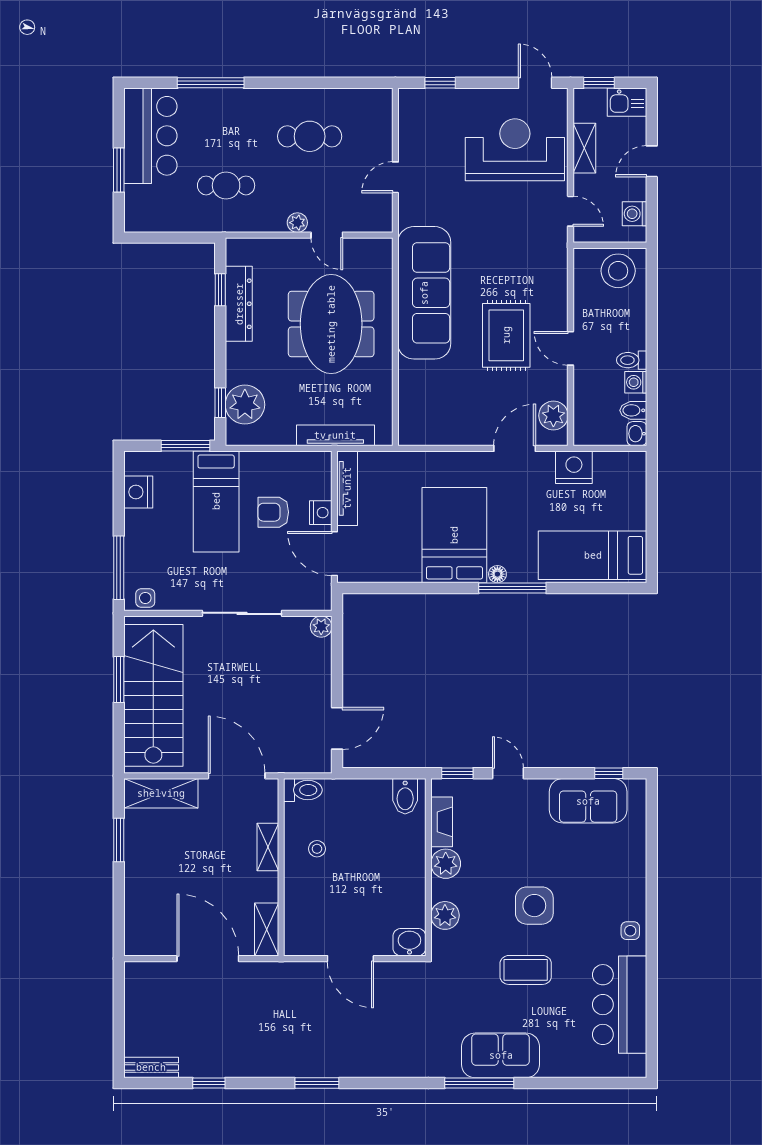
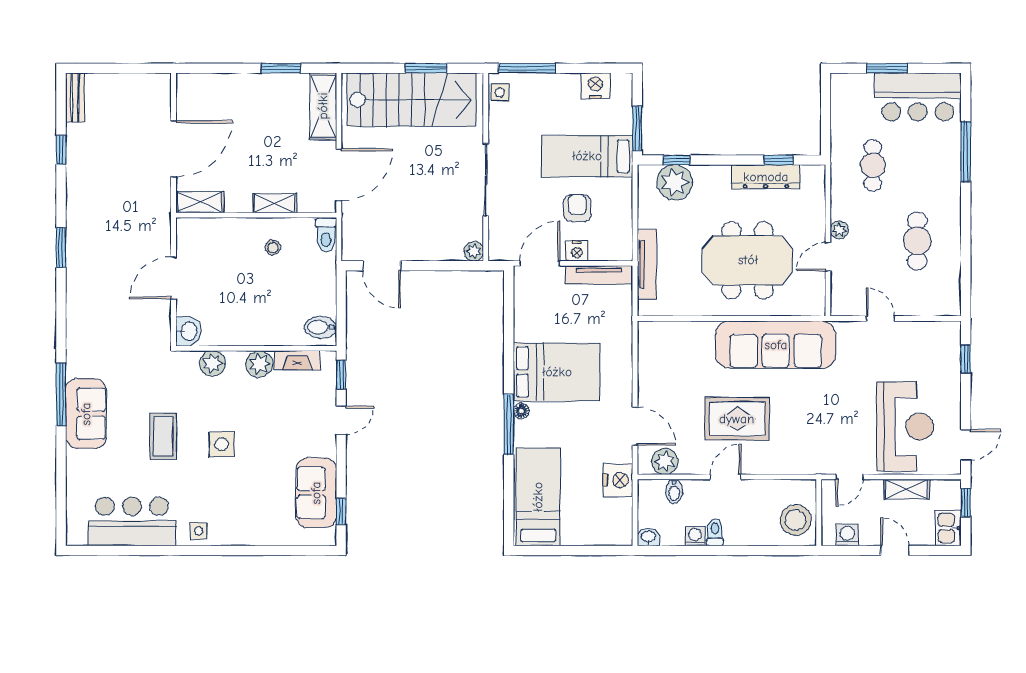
bidet: (633, 410) -> (674, 491), moved, turned 180
side table: (534, 906) -> (222, 444), width x0.73, depth x0.73

